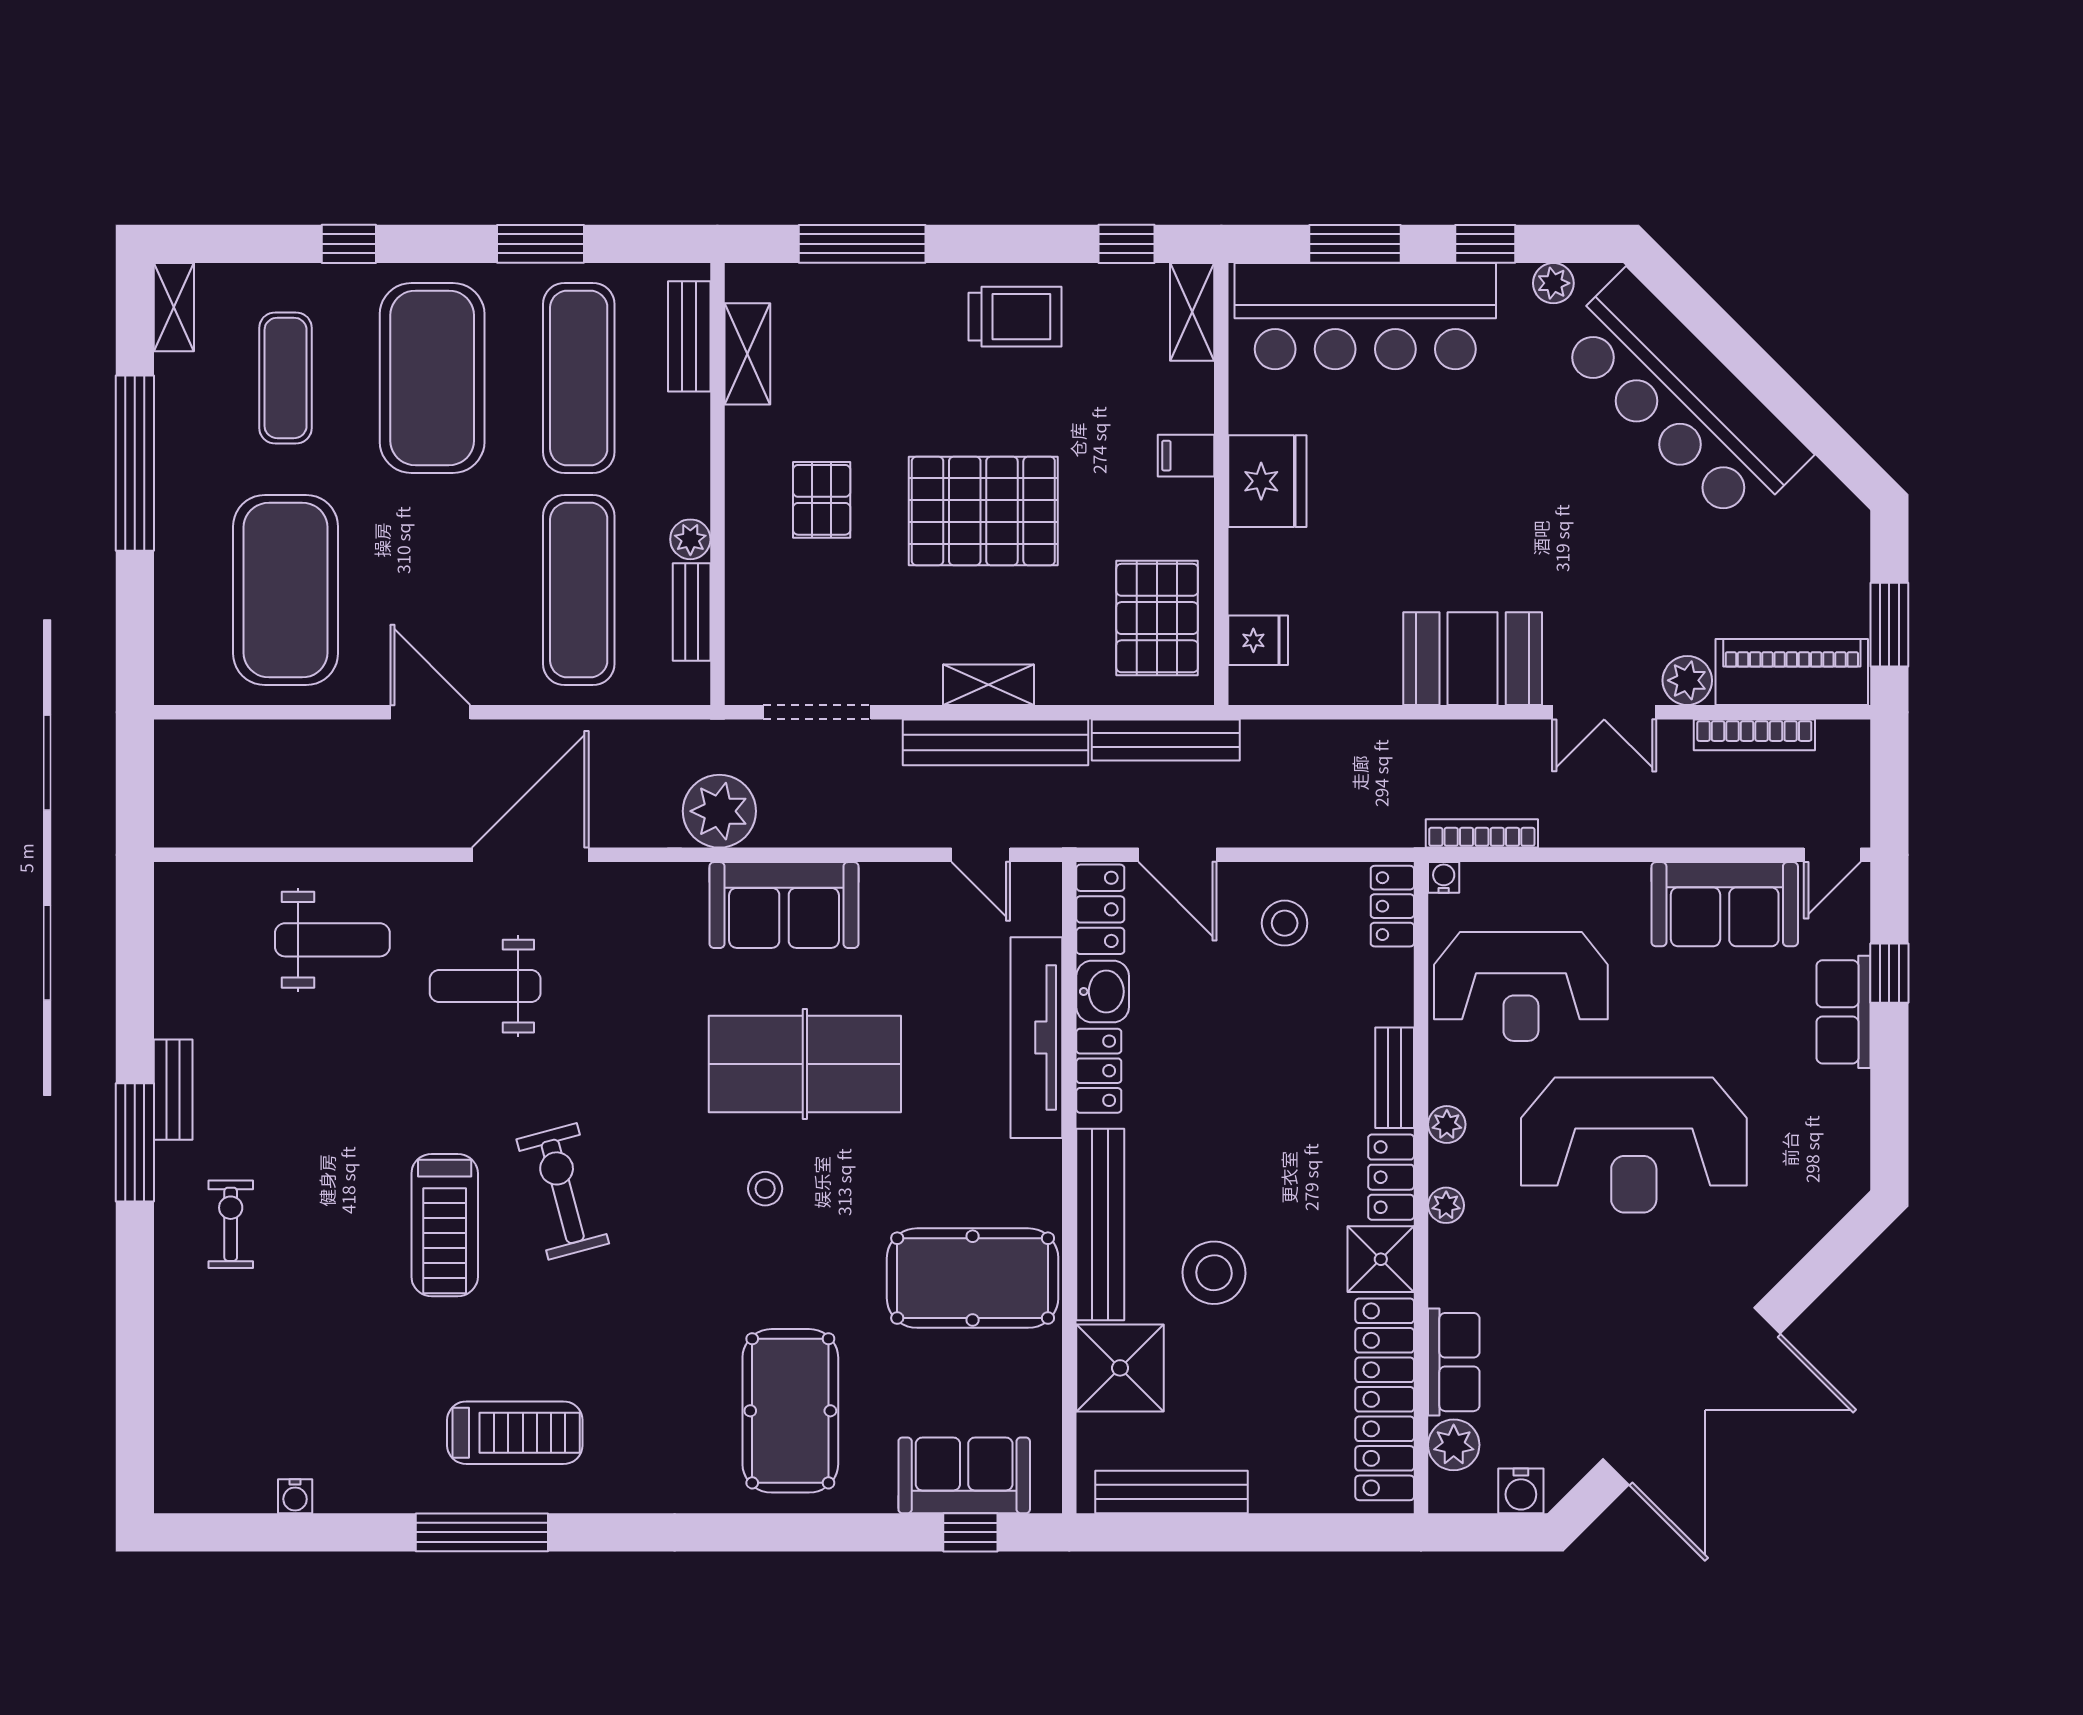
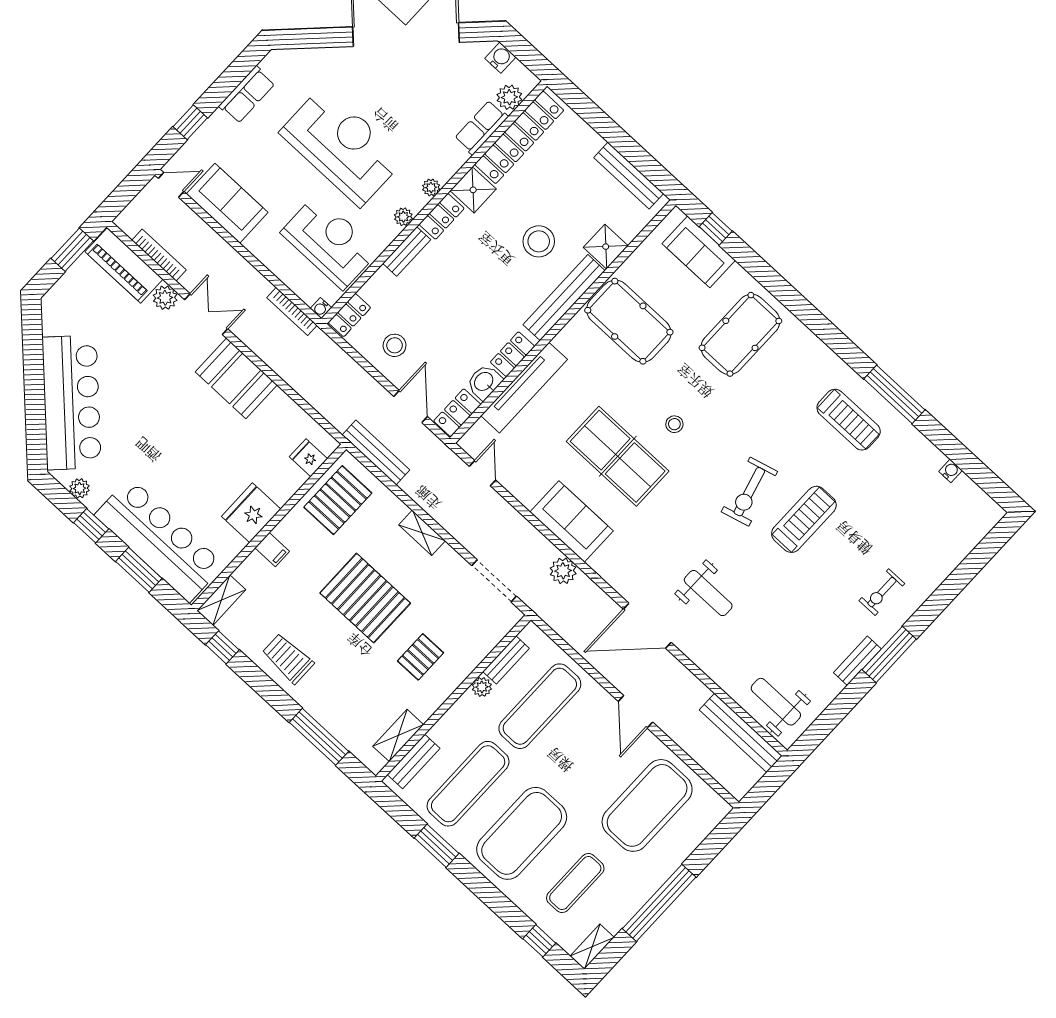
window: (349, 244) -> (539, 941), moved
bench: (996, 742) -> (741, 733), moved
plant: (719, 811) -> (563, 571), width x0.73, depth x0.73
weight bench: (332, 940) -> (776, 702), moved
row of seats: (1843, 1012) -> (247, 95), moved
shower: (1120, 1368) -> (606, 247), width x0.73, depth x0.73
treadmill: (515, 1433) -> (849, 420), turned 180

